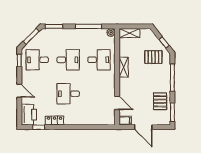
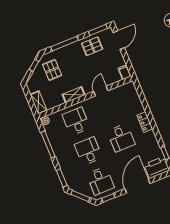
door: (19, 91) -> (137, 186), width x1.88
door: (117, 103) -> (101, 91), moved
locker: (55, 121) -> (145, 122), moved
door: (143, 127) -> (119, 40), moved

